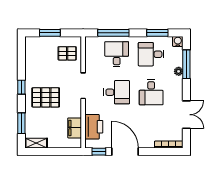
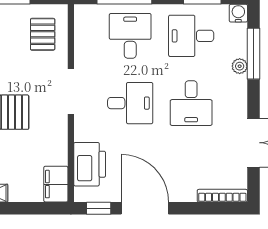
pallet: (67, 53) -> (43, 34), turned 90
filing cabinet: (75, 128) -> (56, 184), moved

